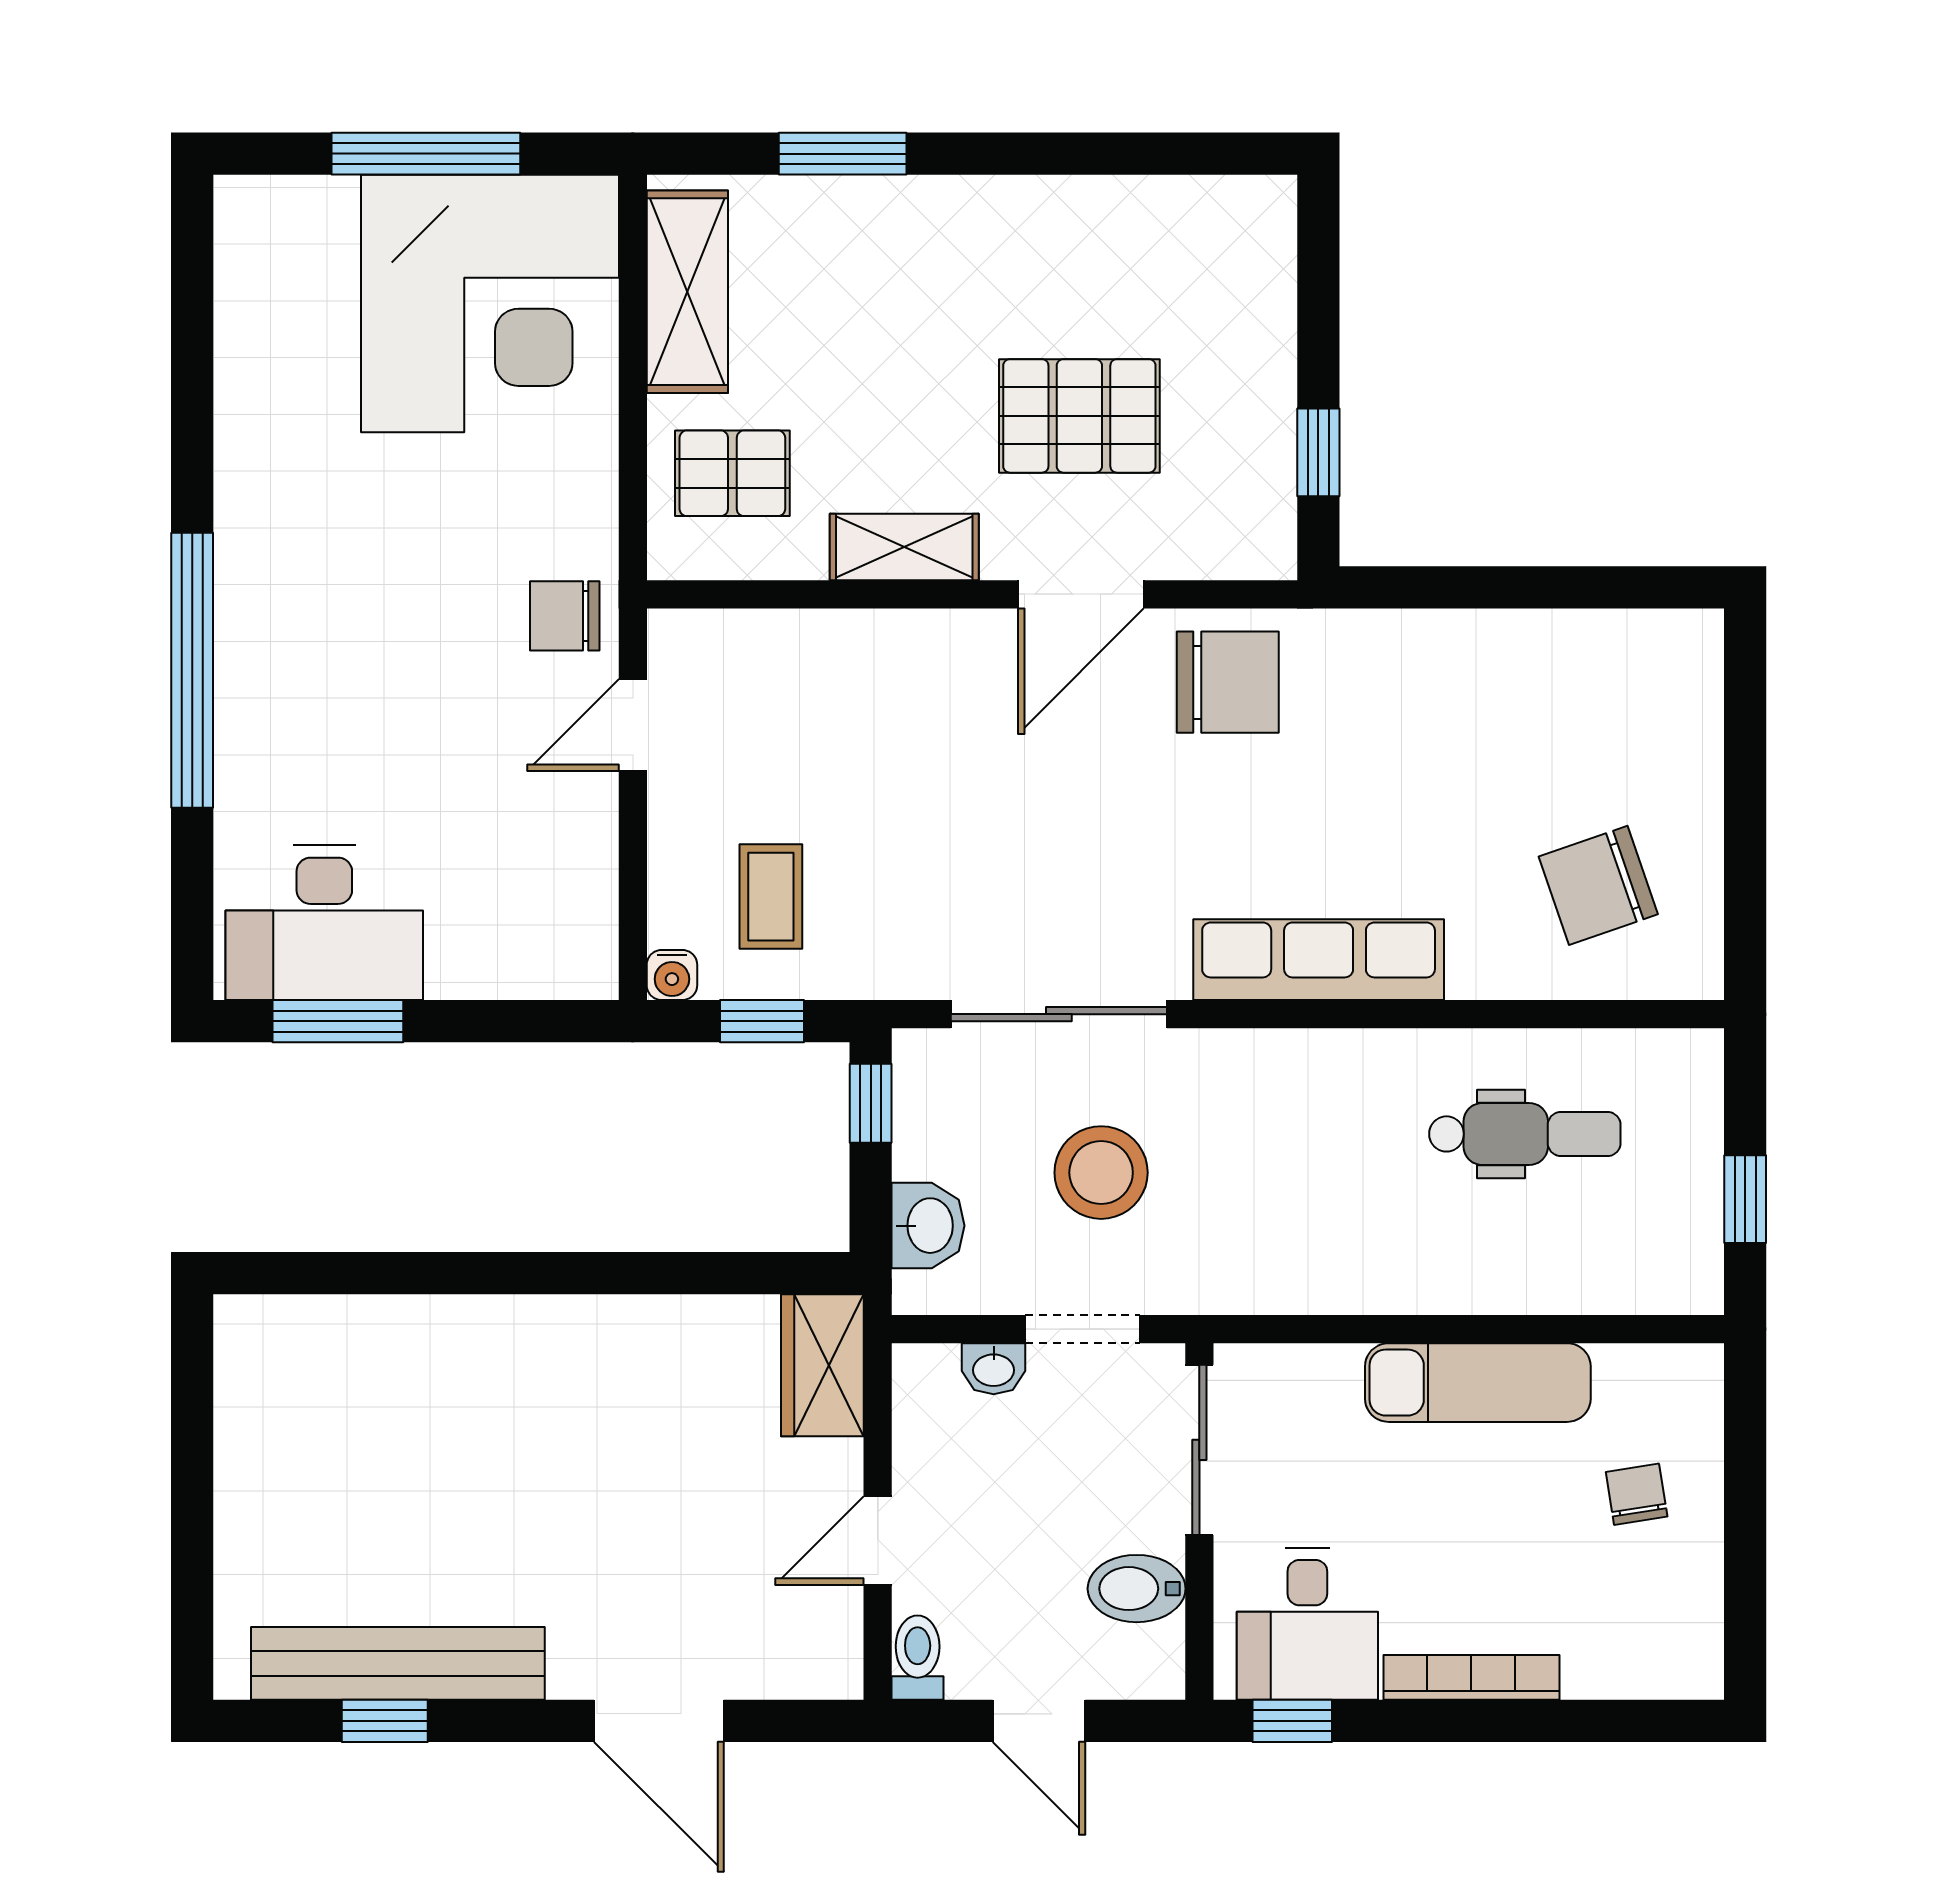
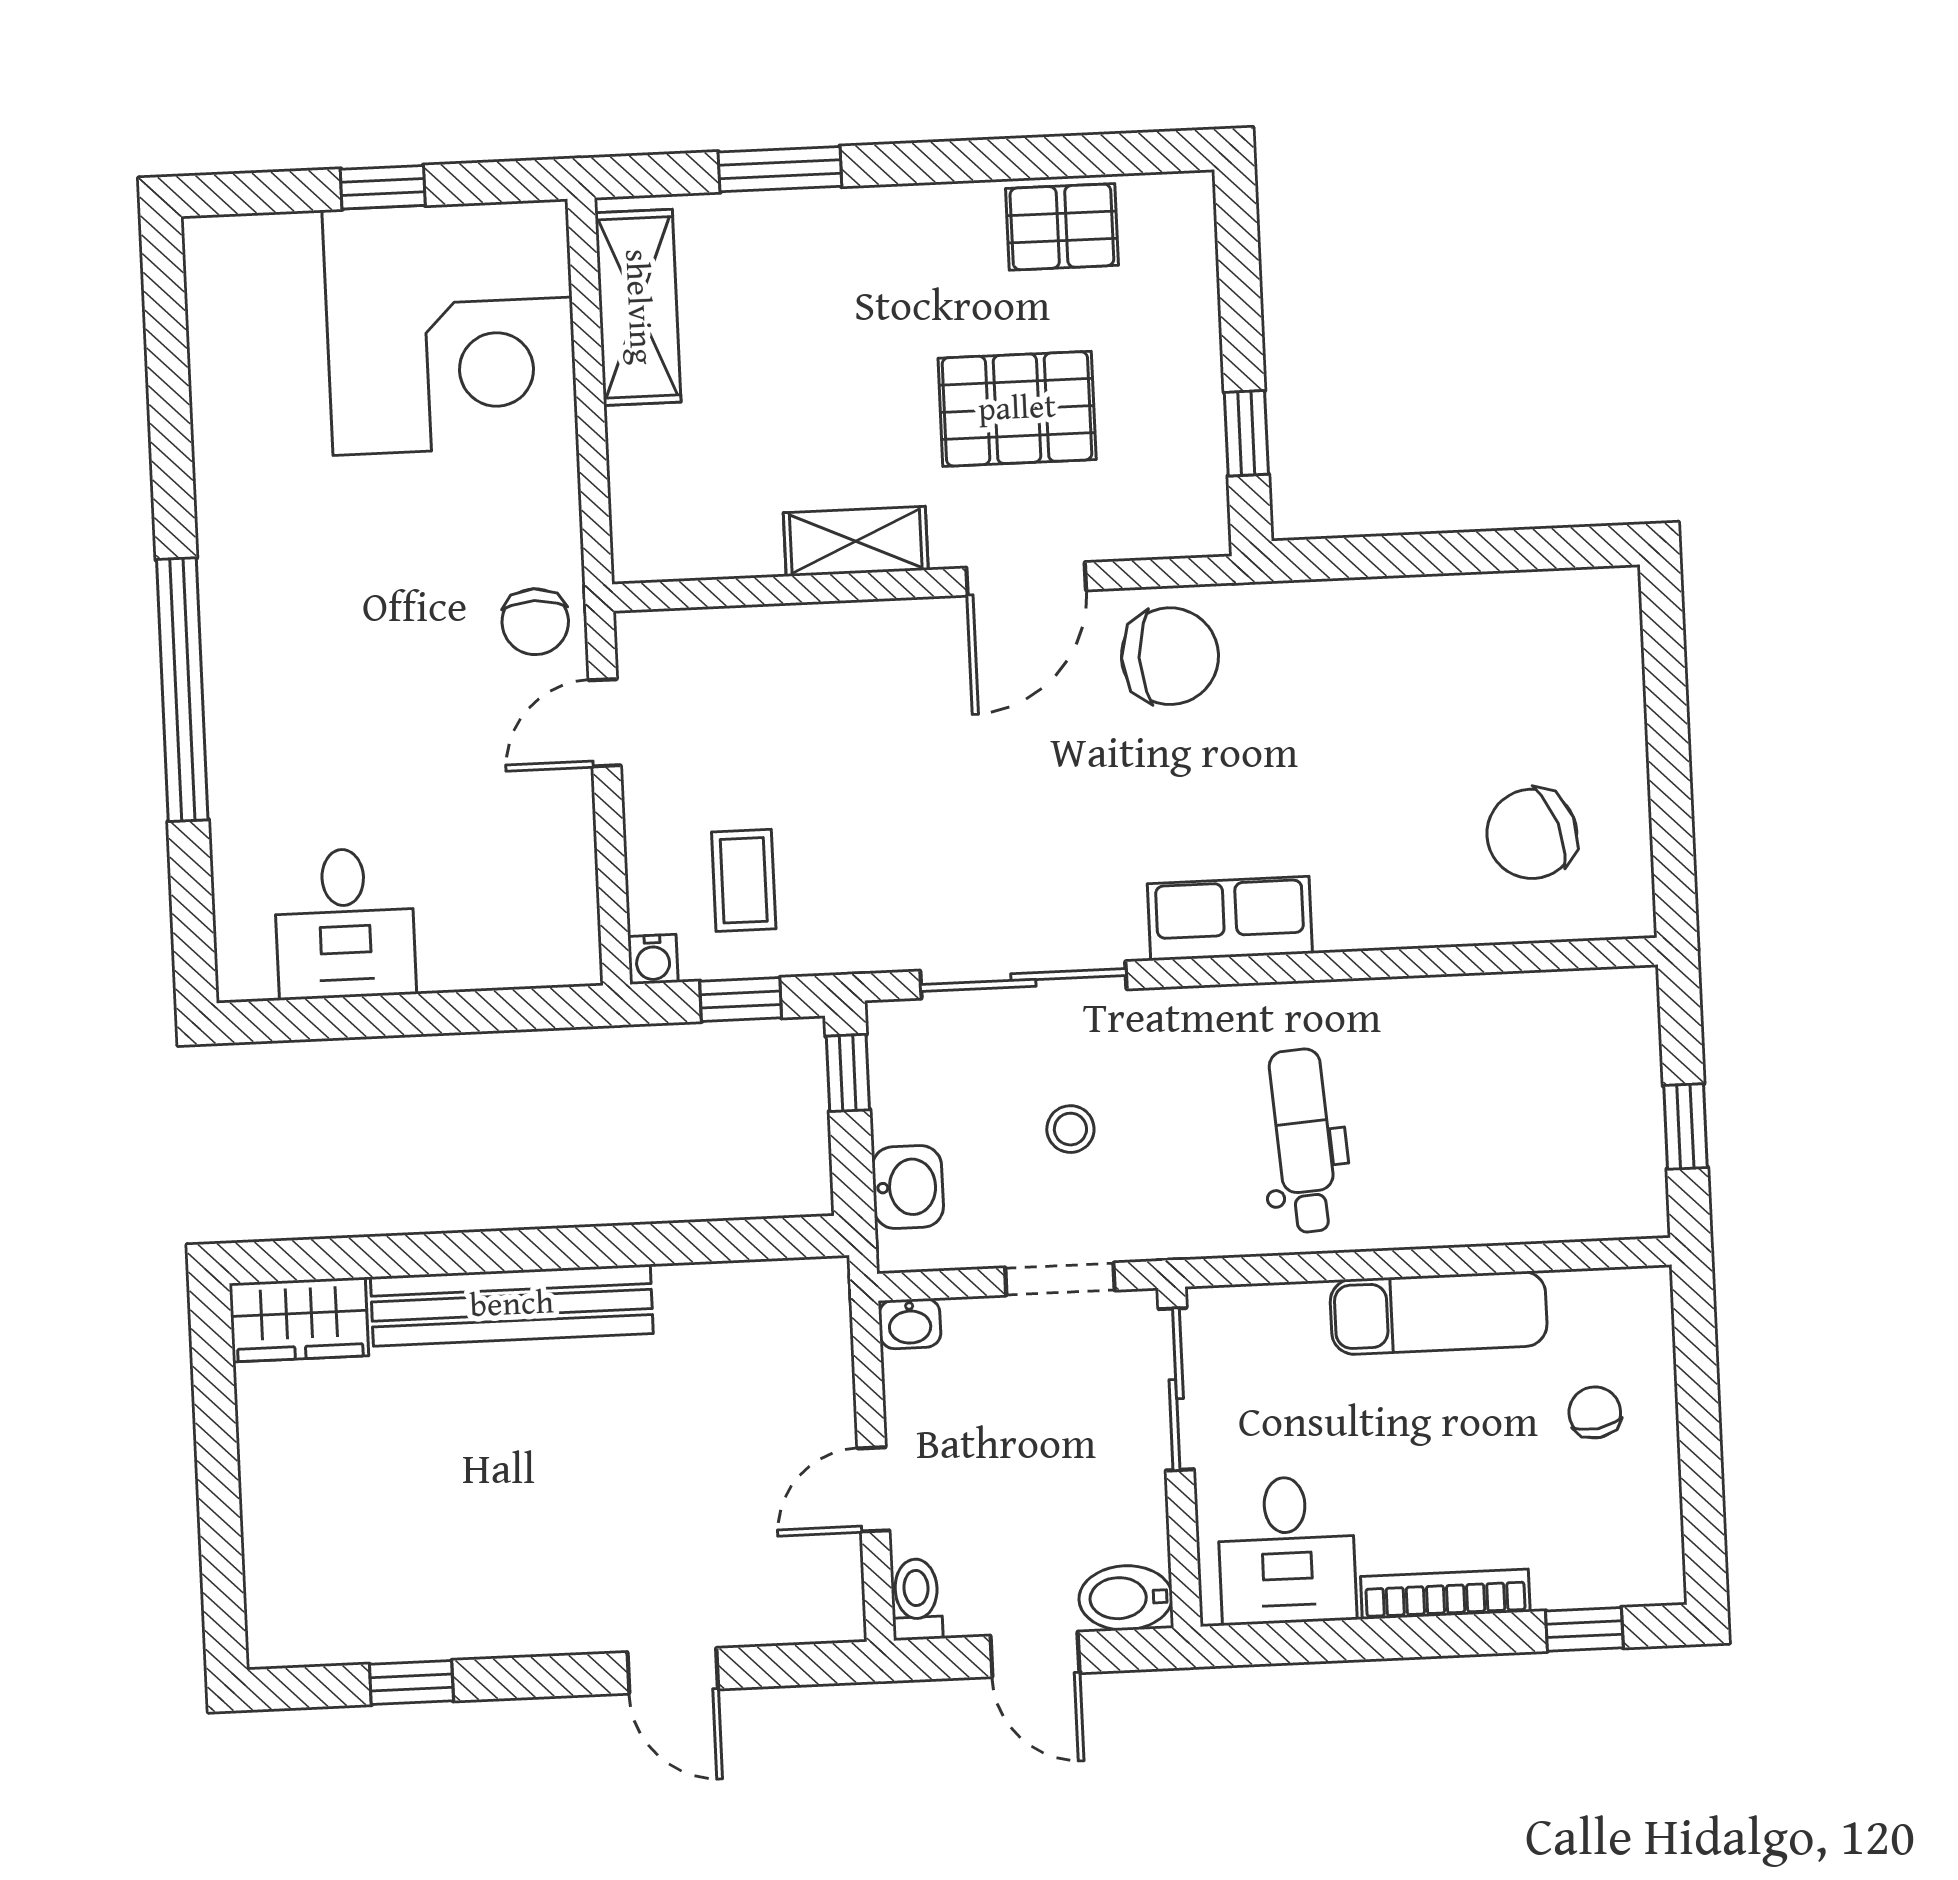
window: (426, 154) -> (383, 187), width x0.46
pallet: (732, 473) -> (1062, 227), moved
chair: (565, 616) -> (535, 622), turned -90
desk: (324, 923) -> (345, 923), width x0.73
row of seats: (1319, 960) -> (1230, 918), width x0.68
window: (338, 1021) -> (337, 1018), removed
dental chair: (1525, 1134) -> (1303, 1141), moved, turned -94
stool: (1101, 1173) -> (1070, 1129), width x0.53, depth x0.53
wardrobe: (822, 1365) -> (299, 1320), moved, turned -90
washbasin: (994, 1369) -> (910, 1324), moved
bidet: (1137, 1589) -> (1126, 1598), moved
bench: (398, 1663) -> (512, 1305), moved
door: (659, 1721) -> (673, 1671), width x0.73
window: (1292, 1721) -> (1584, 1629), moved

